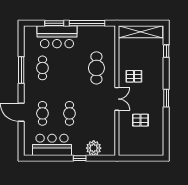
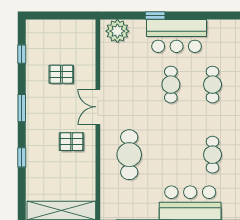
window: (166, 51) -> (22, 157), moved
window: (166, 133) -> (22, 54), added
bar counter: (52, 145) -> (177, 36), moved
plant: (94, 148) -> (117, 31), moved

